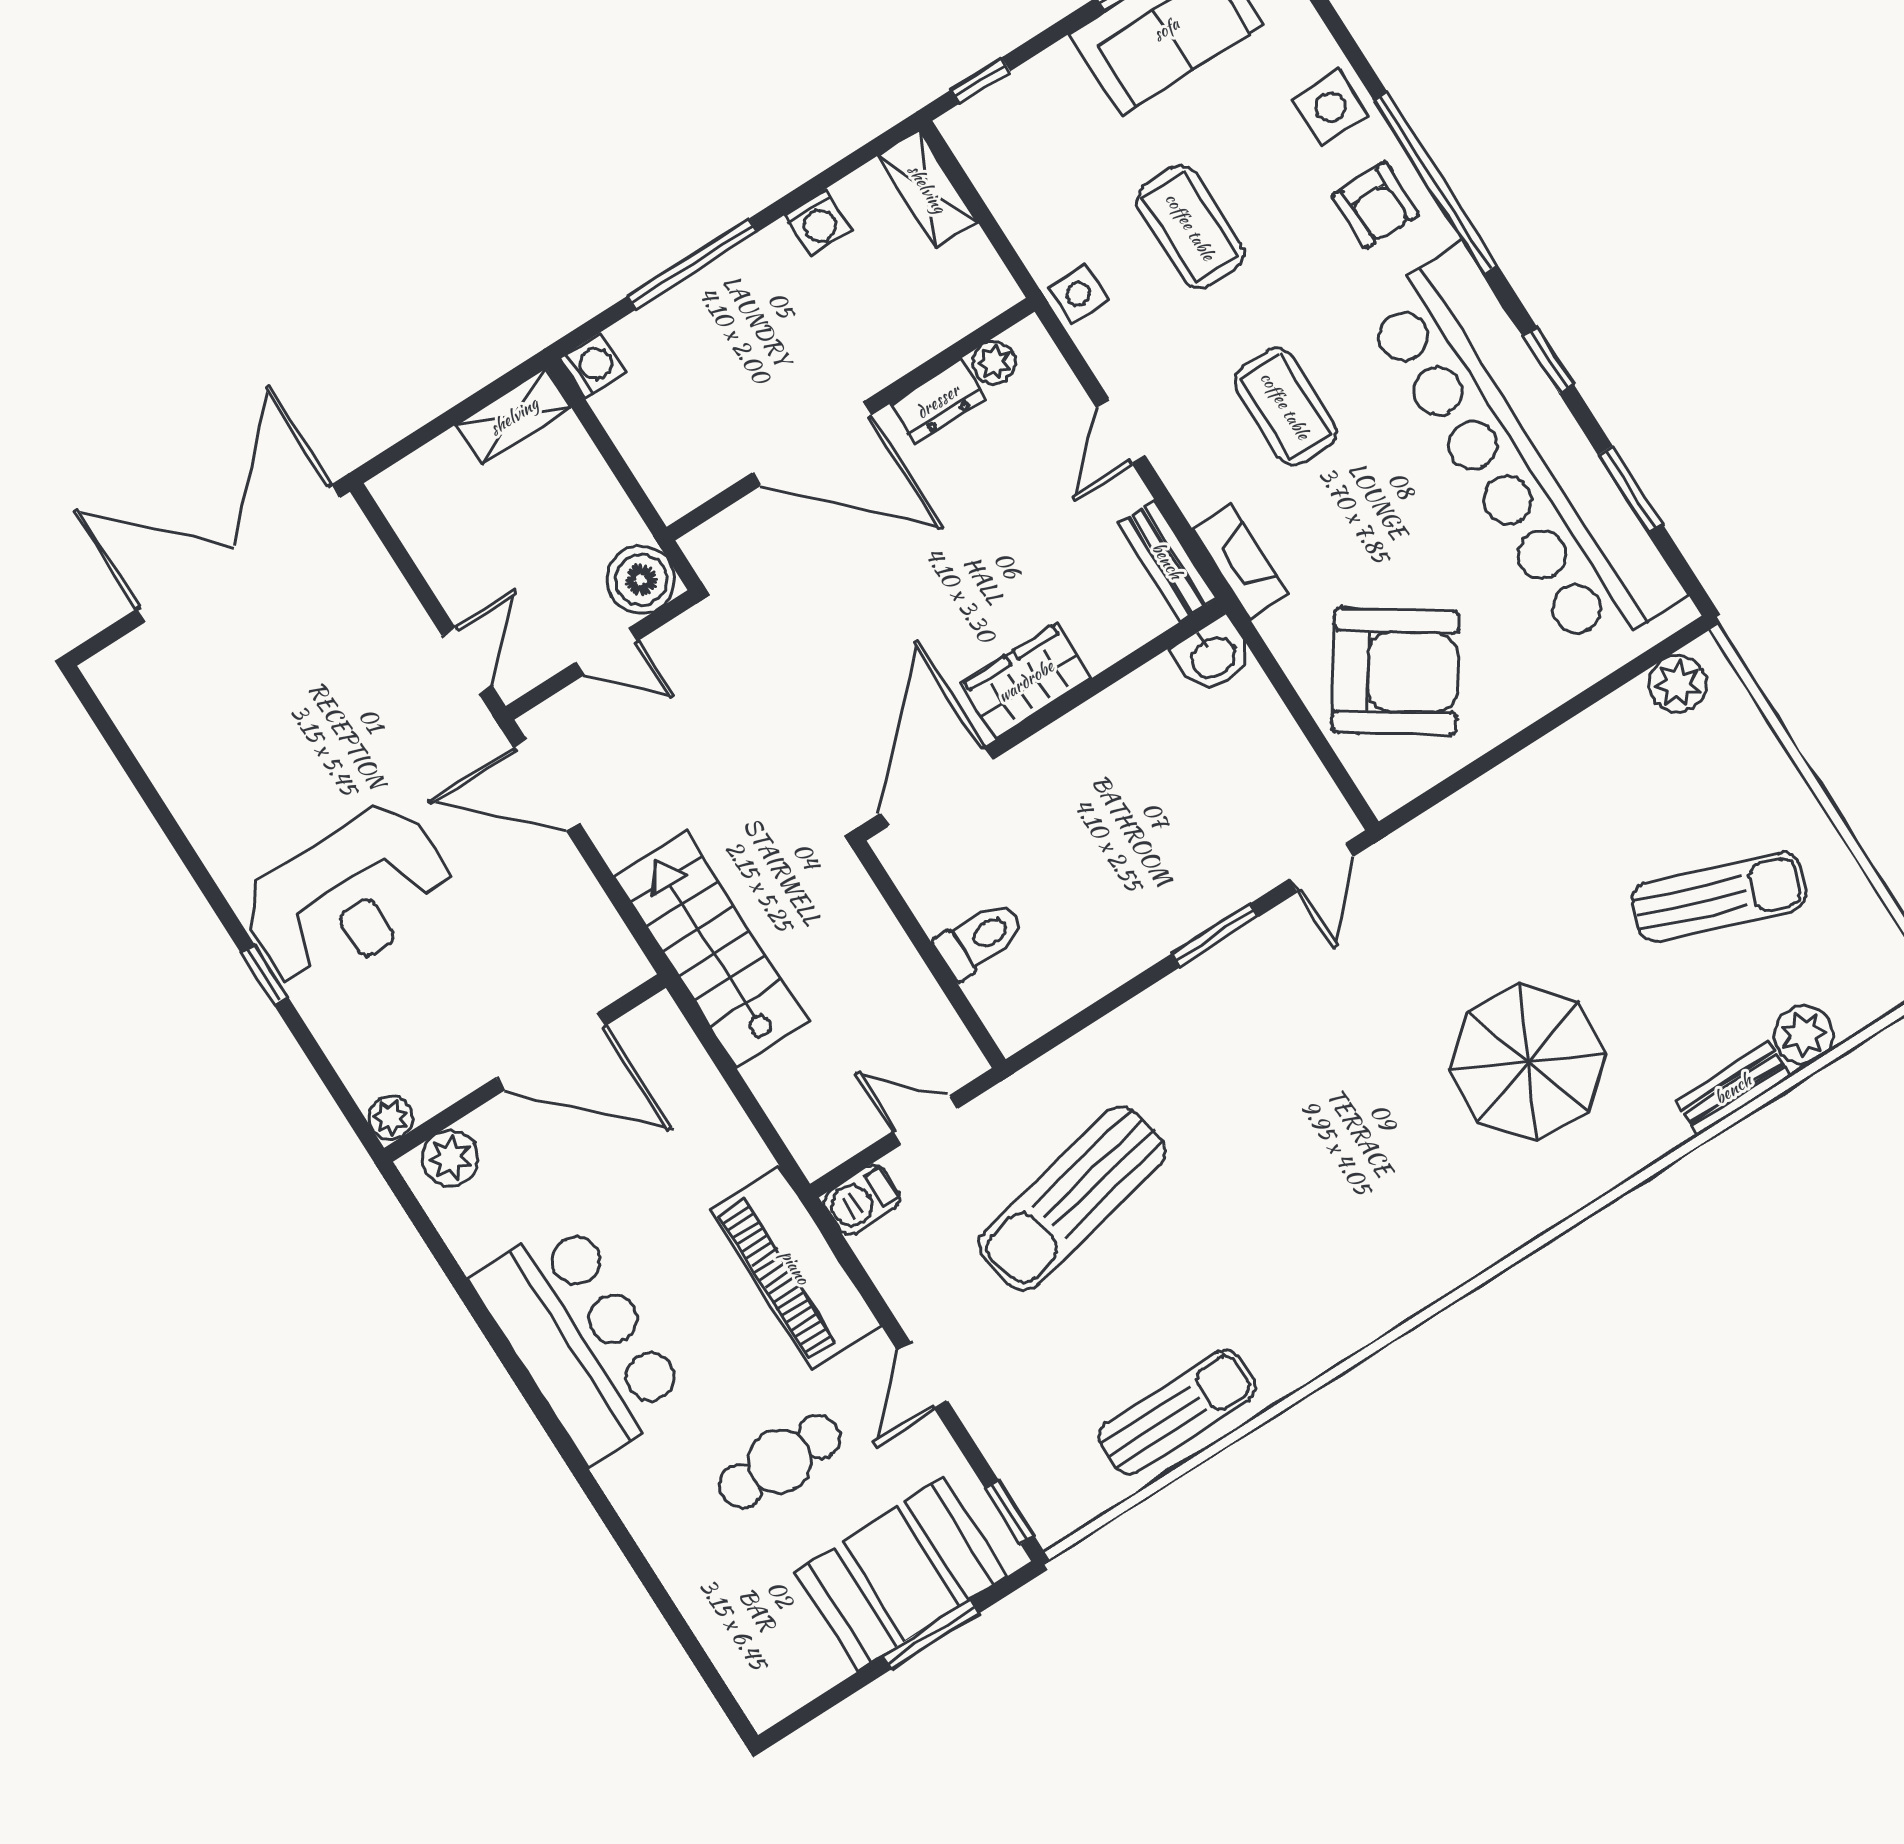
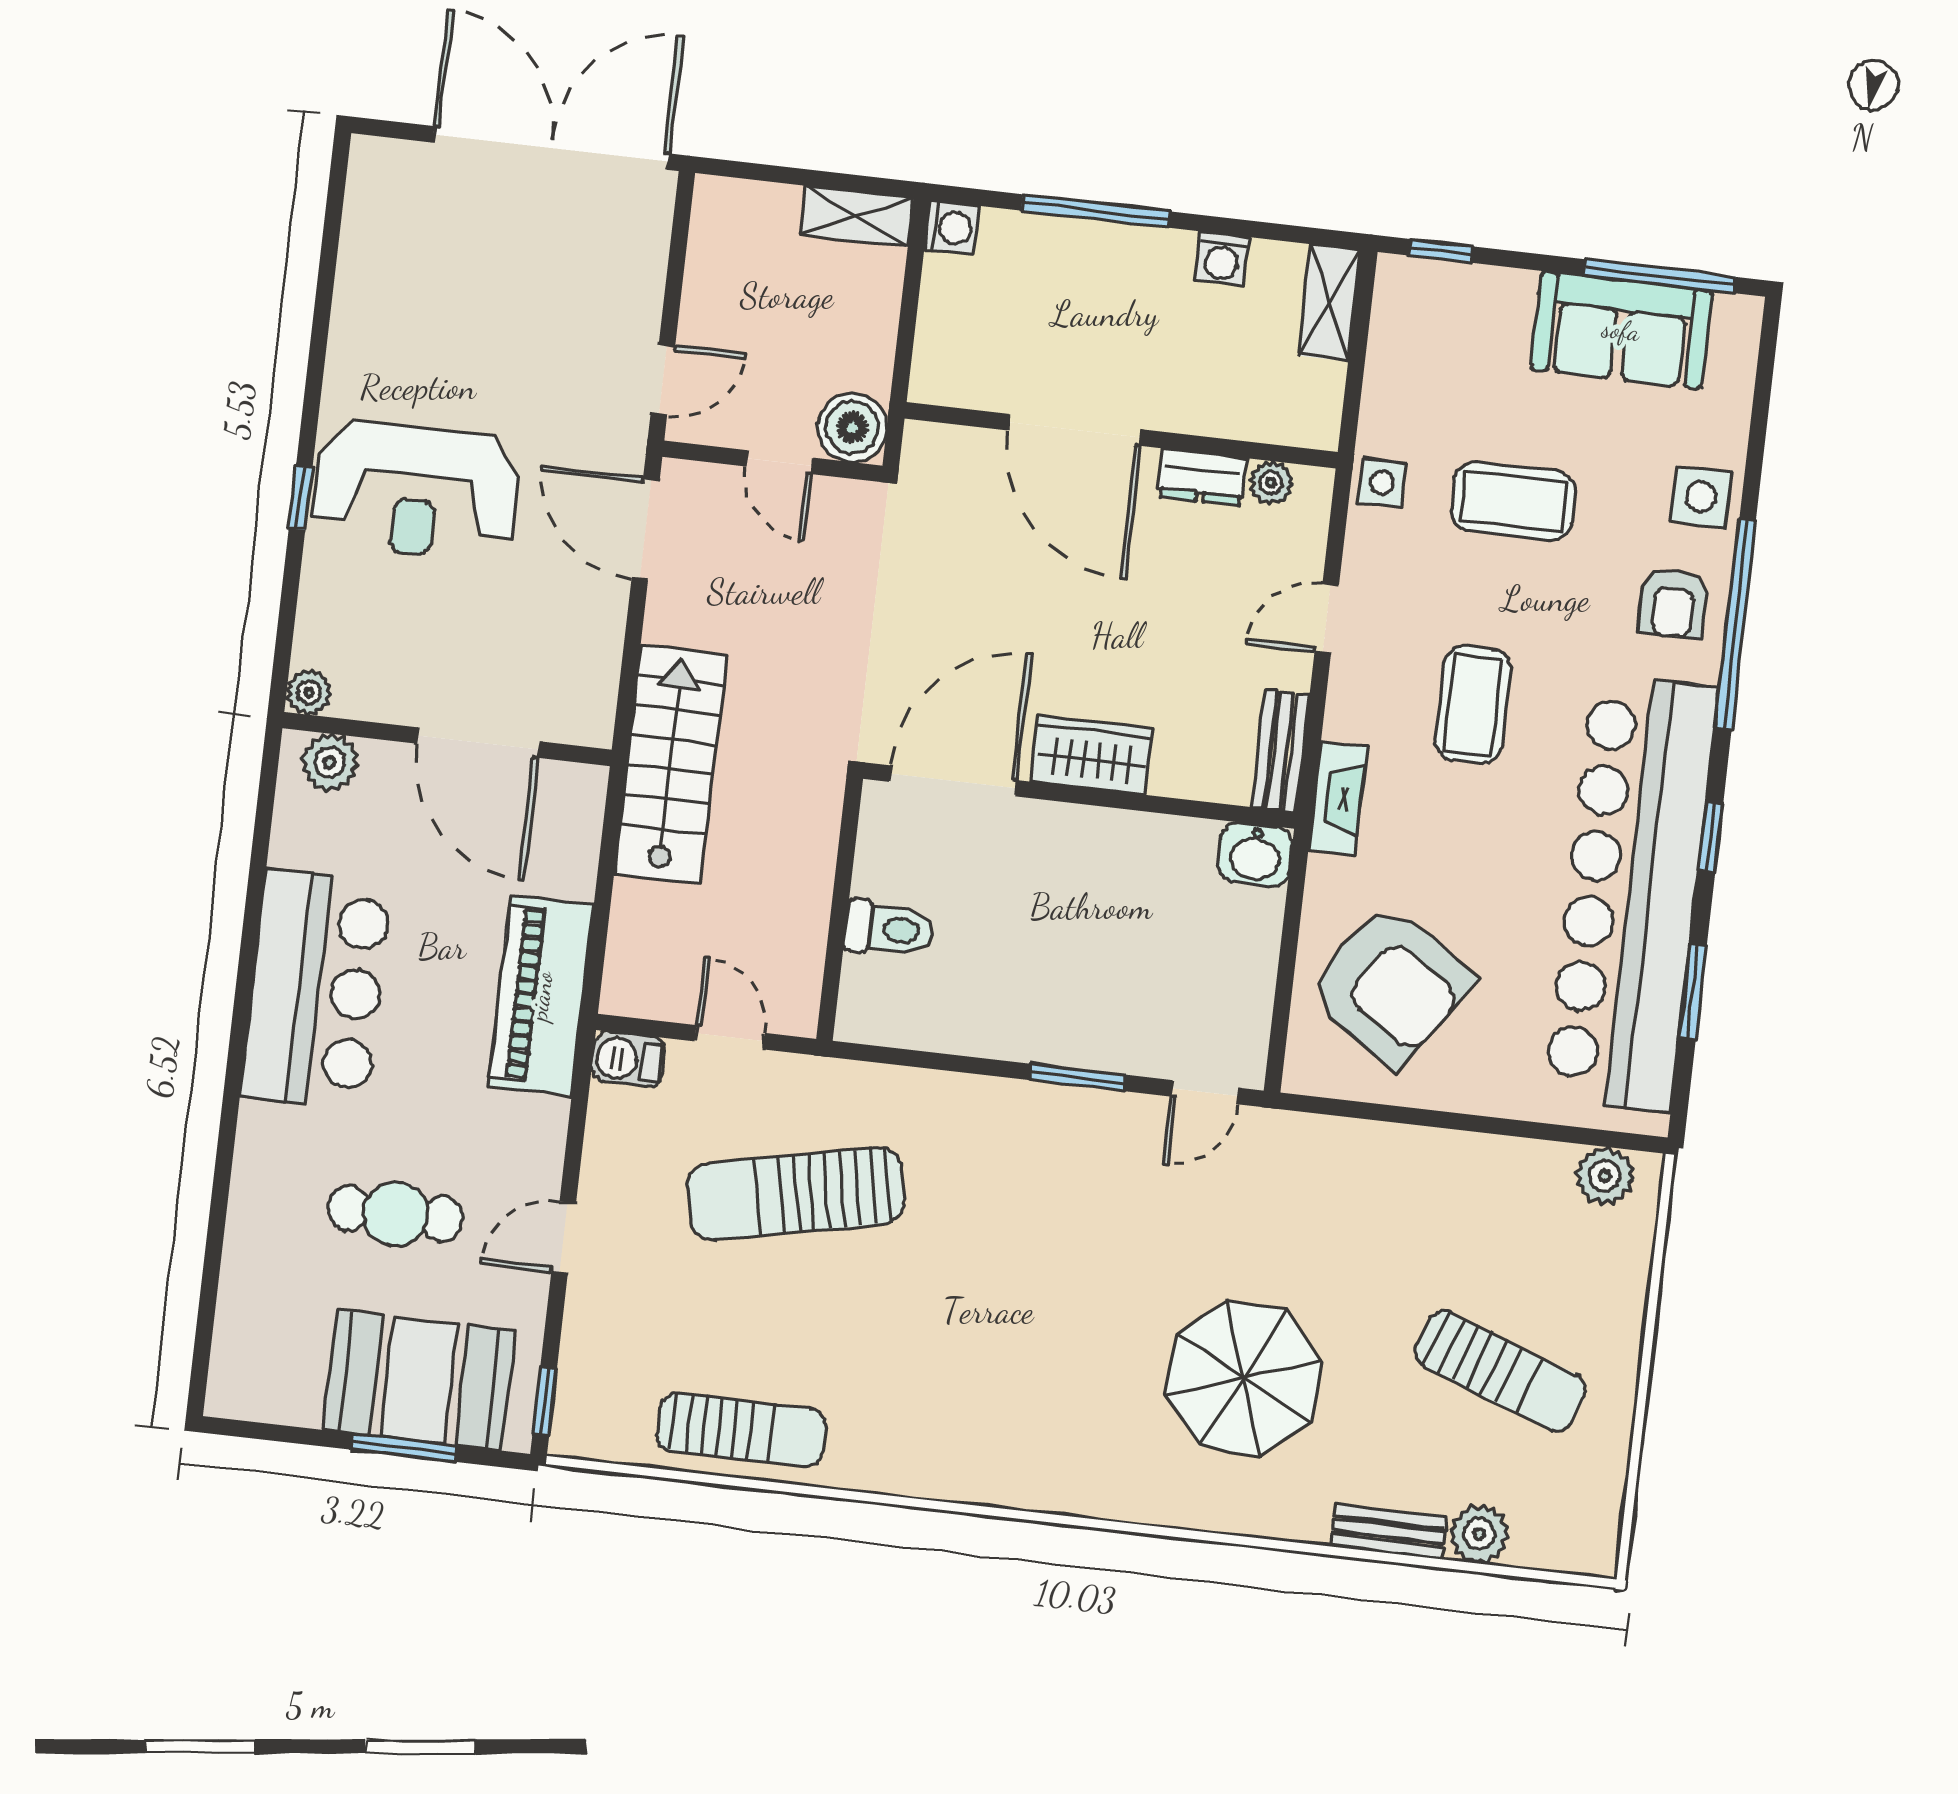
coffee table: (1190, 227) -> (1513, 501), turned 90
piano: (795, 1267) -> (541, 996), moved

